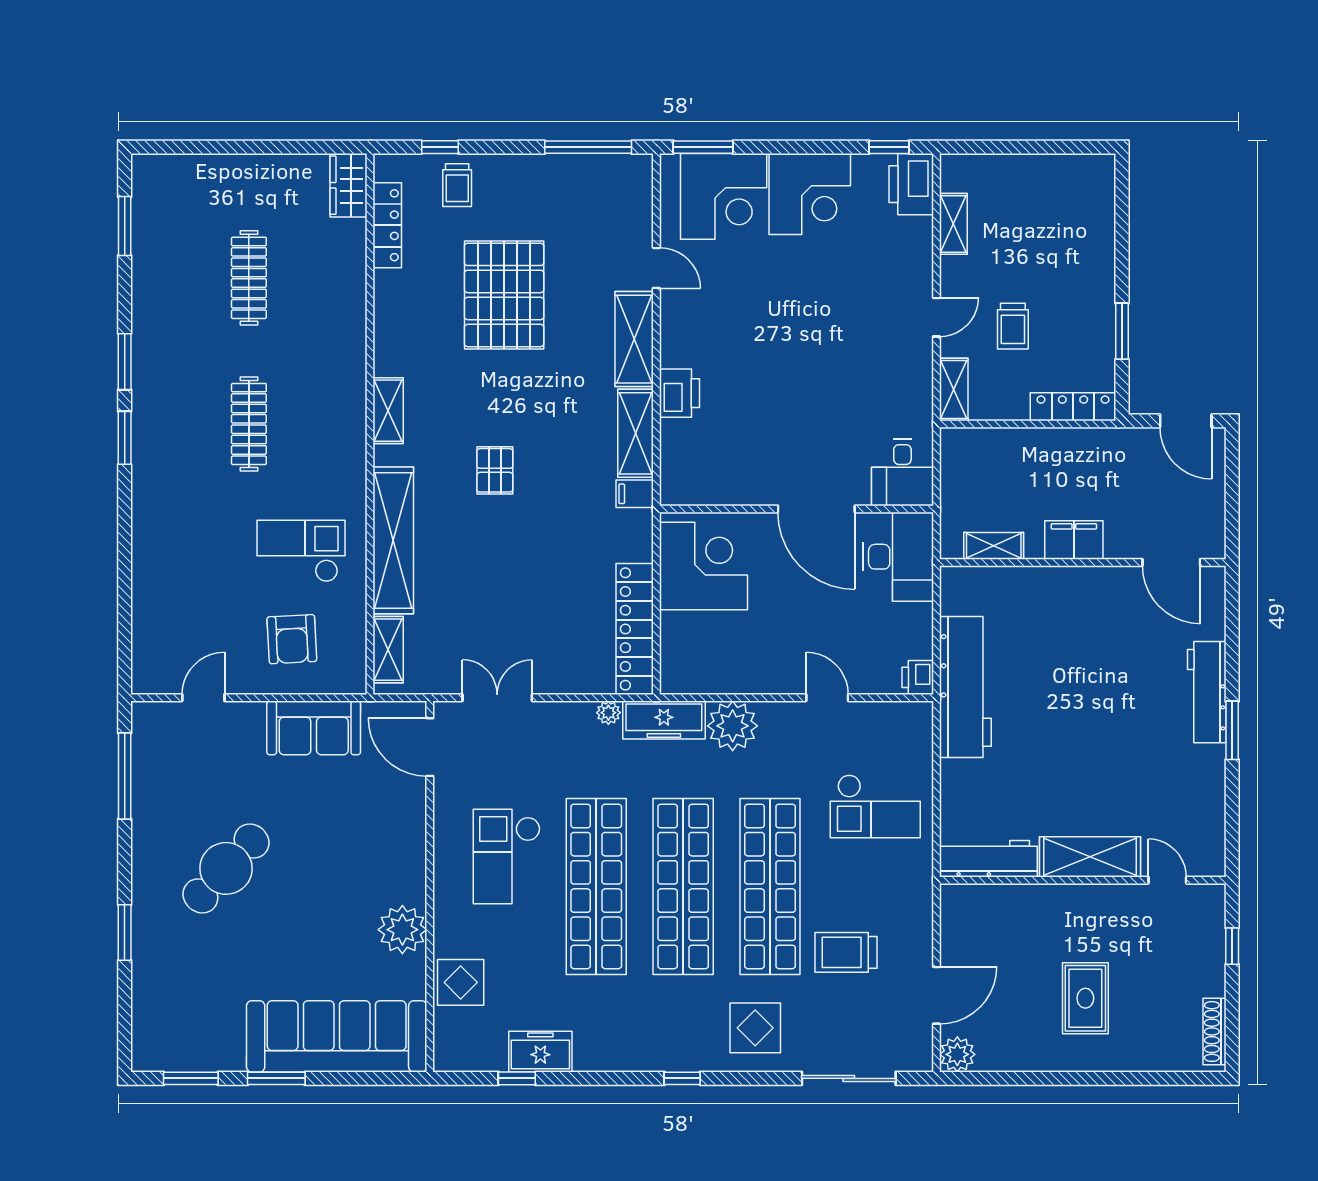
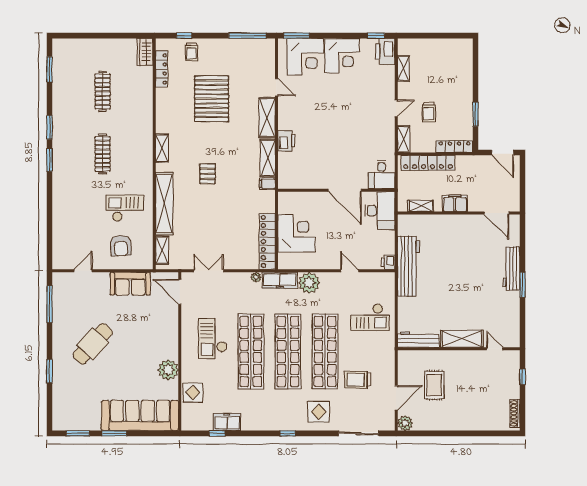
locker: (1011, 445) -> (428, 163), added
corner desk: (703, 566) -> (297, 233), moved
rug: (1085, 998) -> (434, 385), moved

